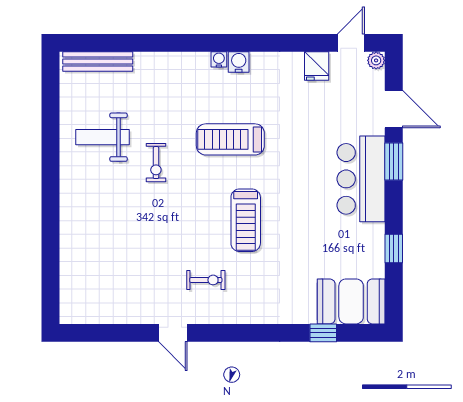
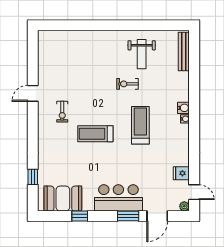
water cooler: (239, 62) -> (183, 108), moved
weight bench: (103, 137) -> (142, 54), turned 180
booth: (351, 301) -> (63, 199), moved, turned 90

